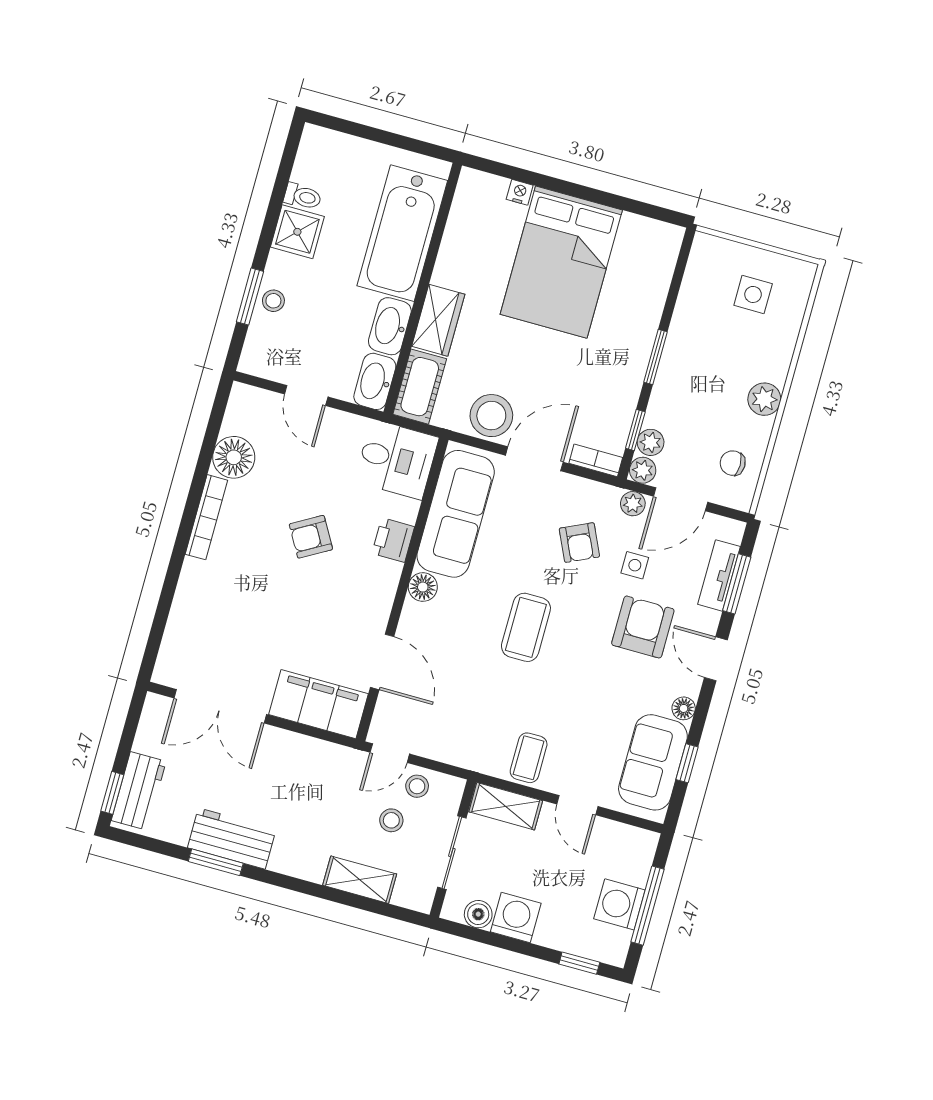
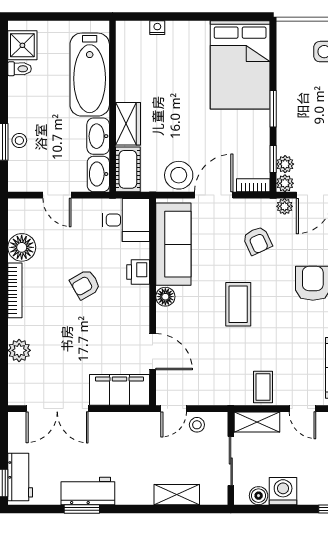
shower: (297, 232) -> (22, 45), moved
bed: (561, 262) -> (240, 65), moved
side table: (635, 565) -> (297, 245), removed
plant: (189, 606) -> (19, 350), added
stool: (391, 820) -> (187, 451), removed

